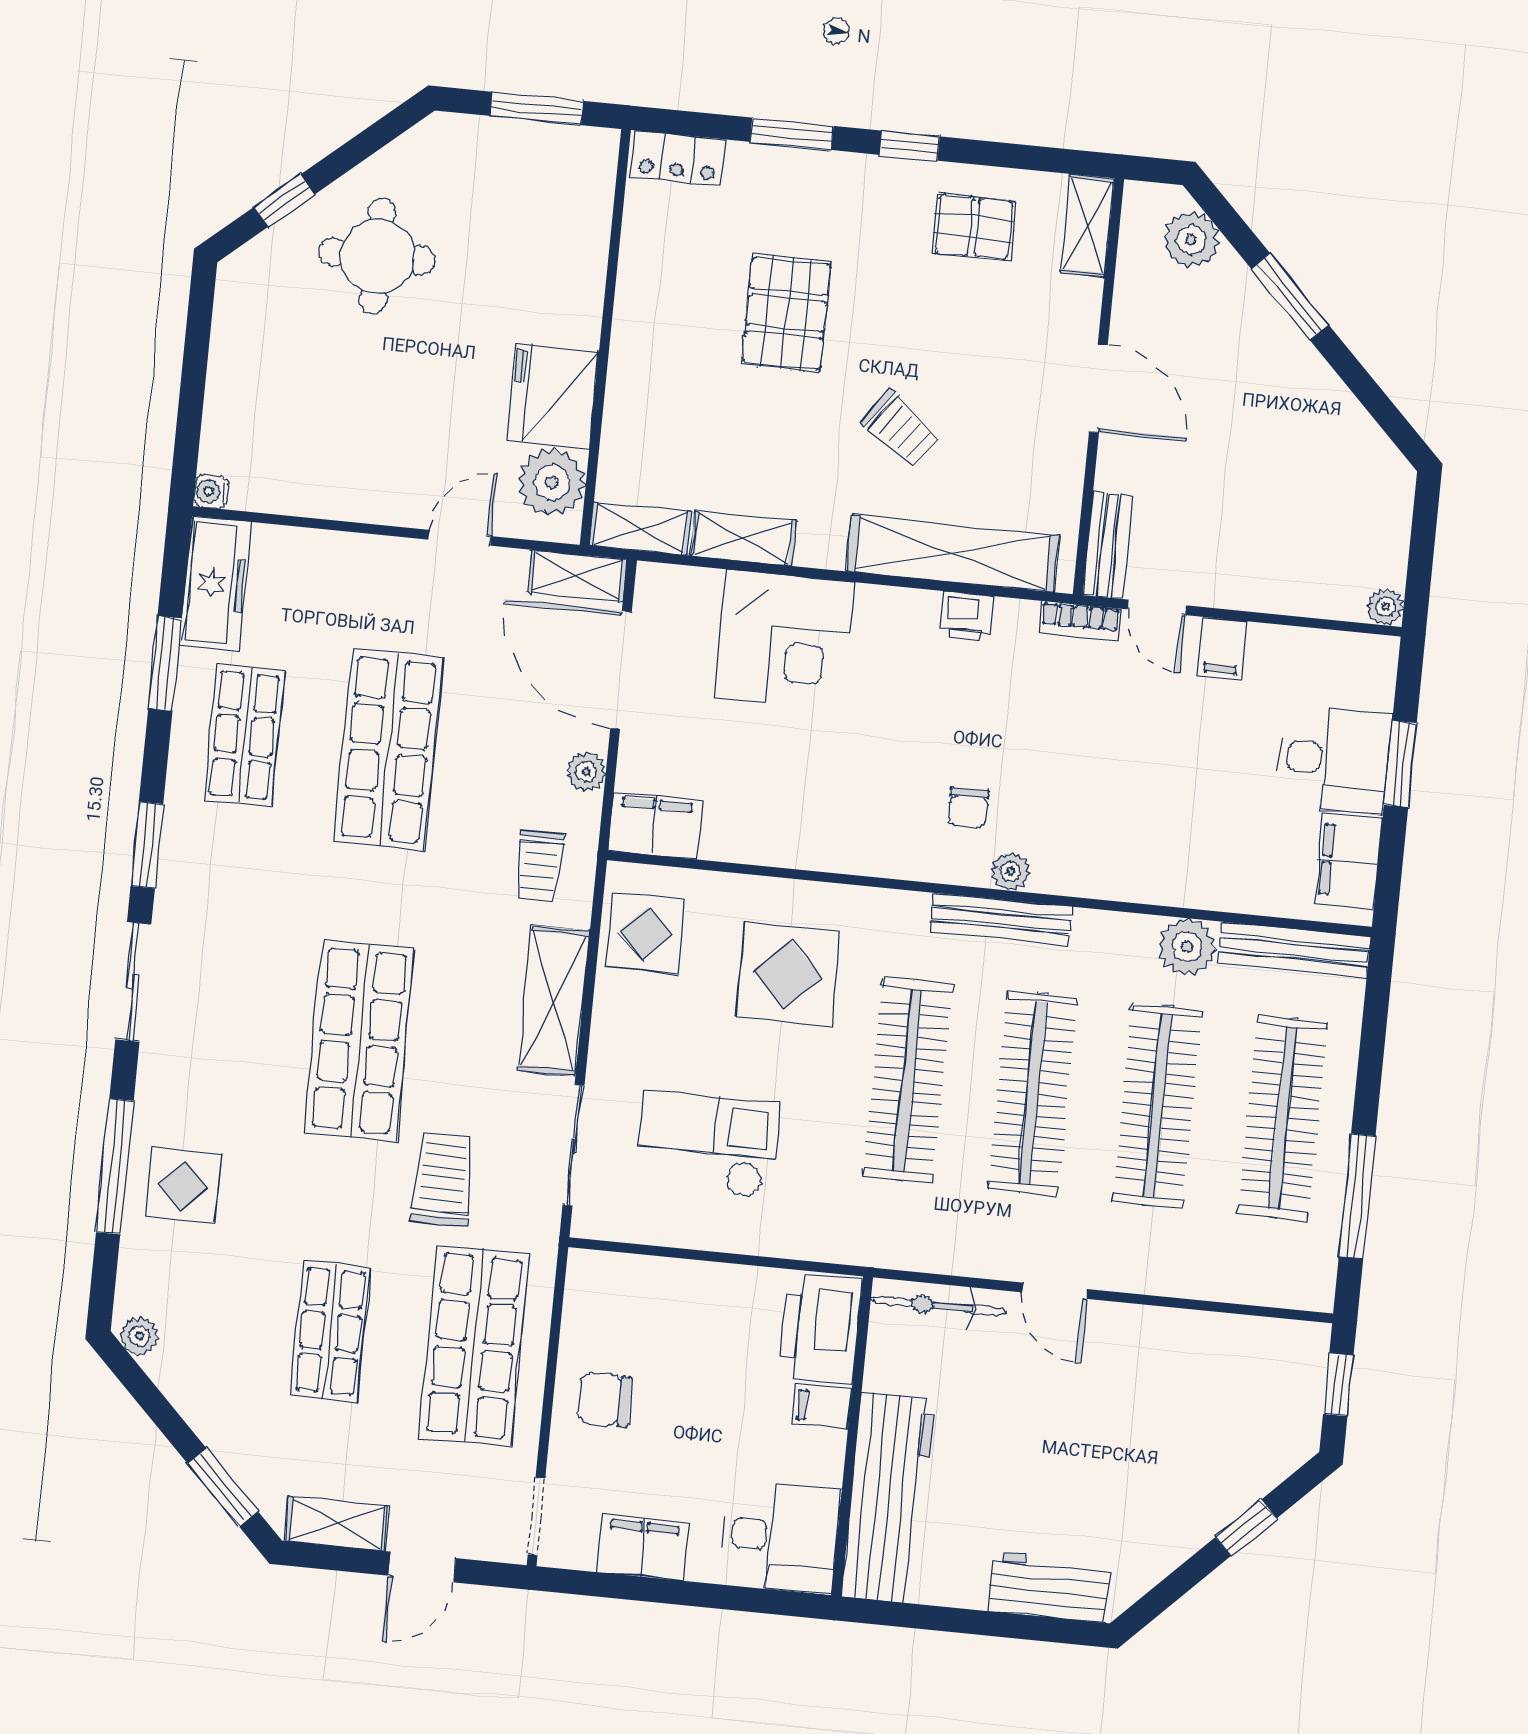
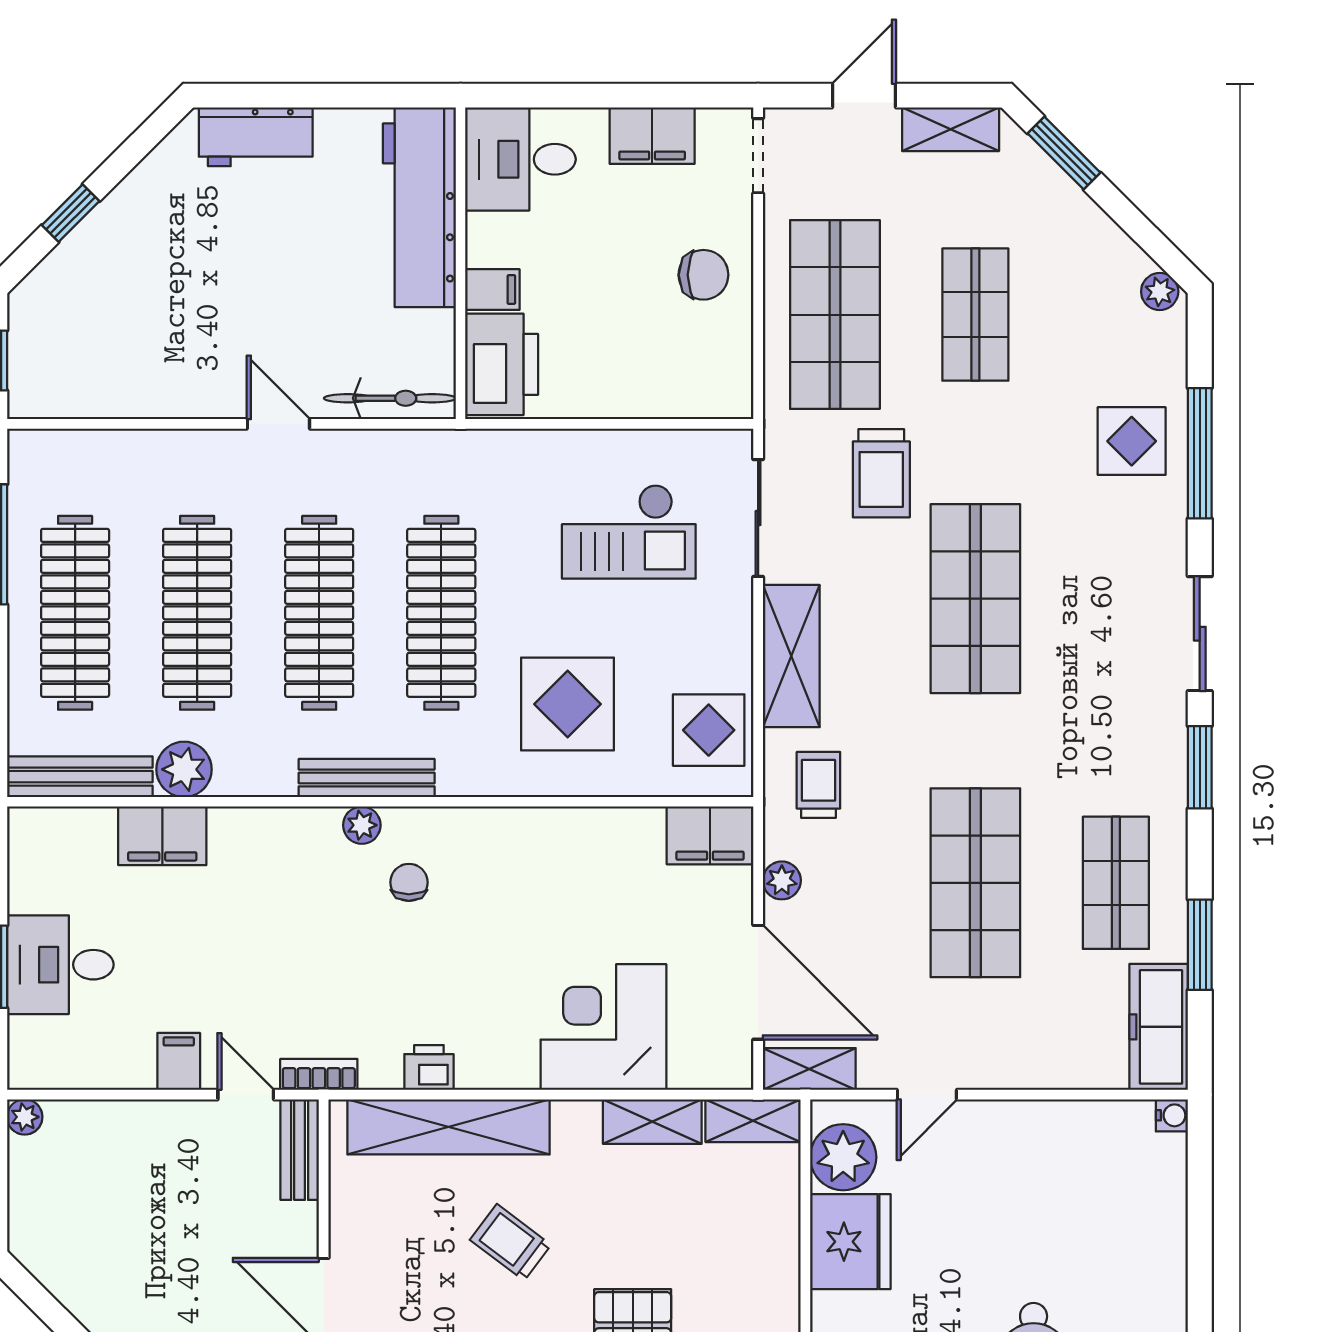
filing cabinet: (1348, 861) -> (162, 836), moved, turned 90

